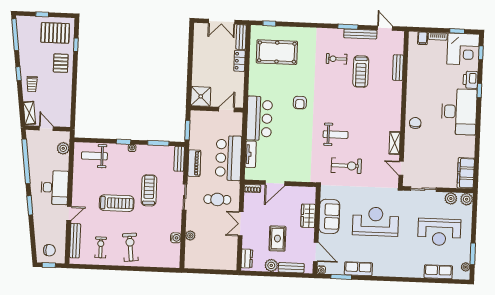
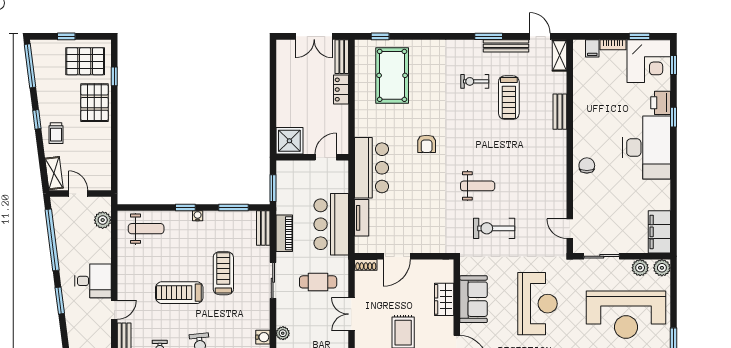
pool table: (277, 52) -> (392, 75), turned 90
pallet: (61, 63) -> (94, 103), width x1.50, depth x1.42
bench: (398, 68) -> (560, 112), moved
shelving: (395, 143) -> (560, 55), moved
weight bench: (94, 156) -> (146, 229), turned 180
exercise bike: (346, 166) -> (494, 228), turned 180
desk: (55, 188) -> (93, 281), width x0.73
treadmill: (117, 203) -> (179, 293), turned 180
reception desk: (375, 221) -> (537, 304), turned 90
reception desk: (439, 232) -> (626, 315), width x1.36, depth x1.30

